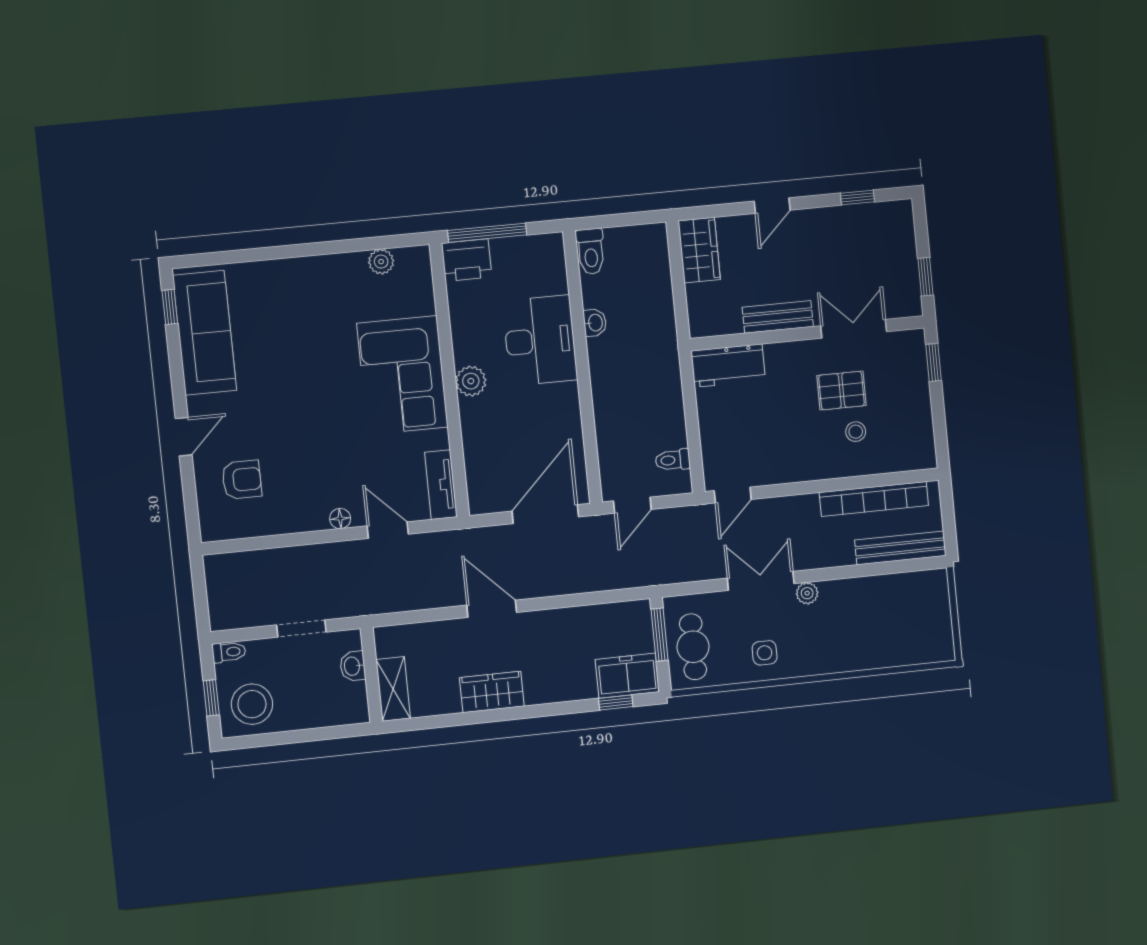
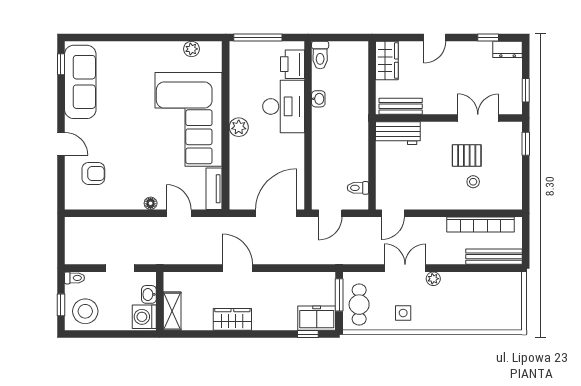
dresser: (890, 214) -> (508, 49), added
printer: (467, 260) -> (293, 64), moved, turned 90
bench: (778, 317) -> (401, 106), moved
corner sofa: (402, 375) -> (189, 119), width x1.36, depth x1.36
door: (184, 437) -> (61, 144), hinge flipped
washing machine: (349, 703) -> (144, 317), added

